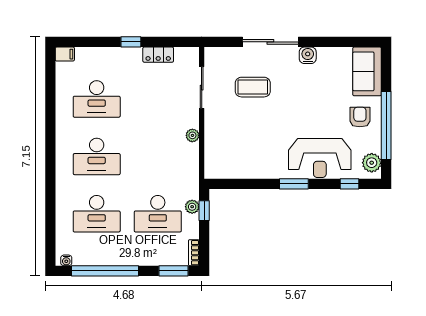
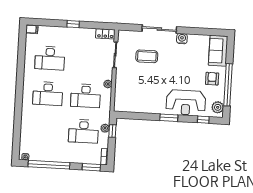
locker: (158, 55) -> (105, 34), moved
desk: (97, 214) -> (86, 96), moved

